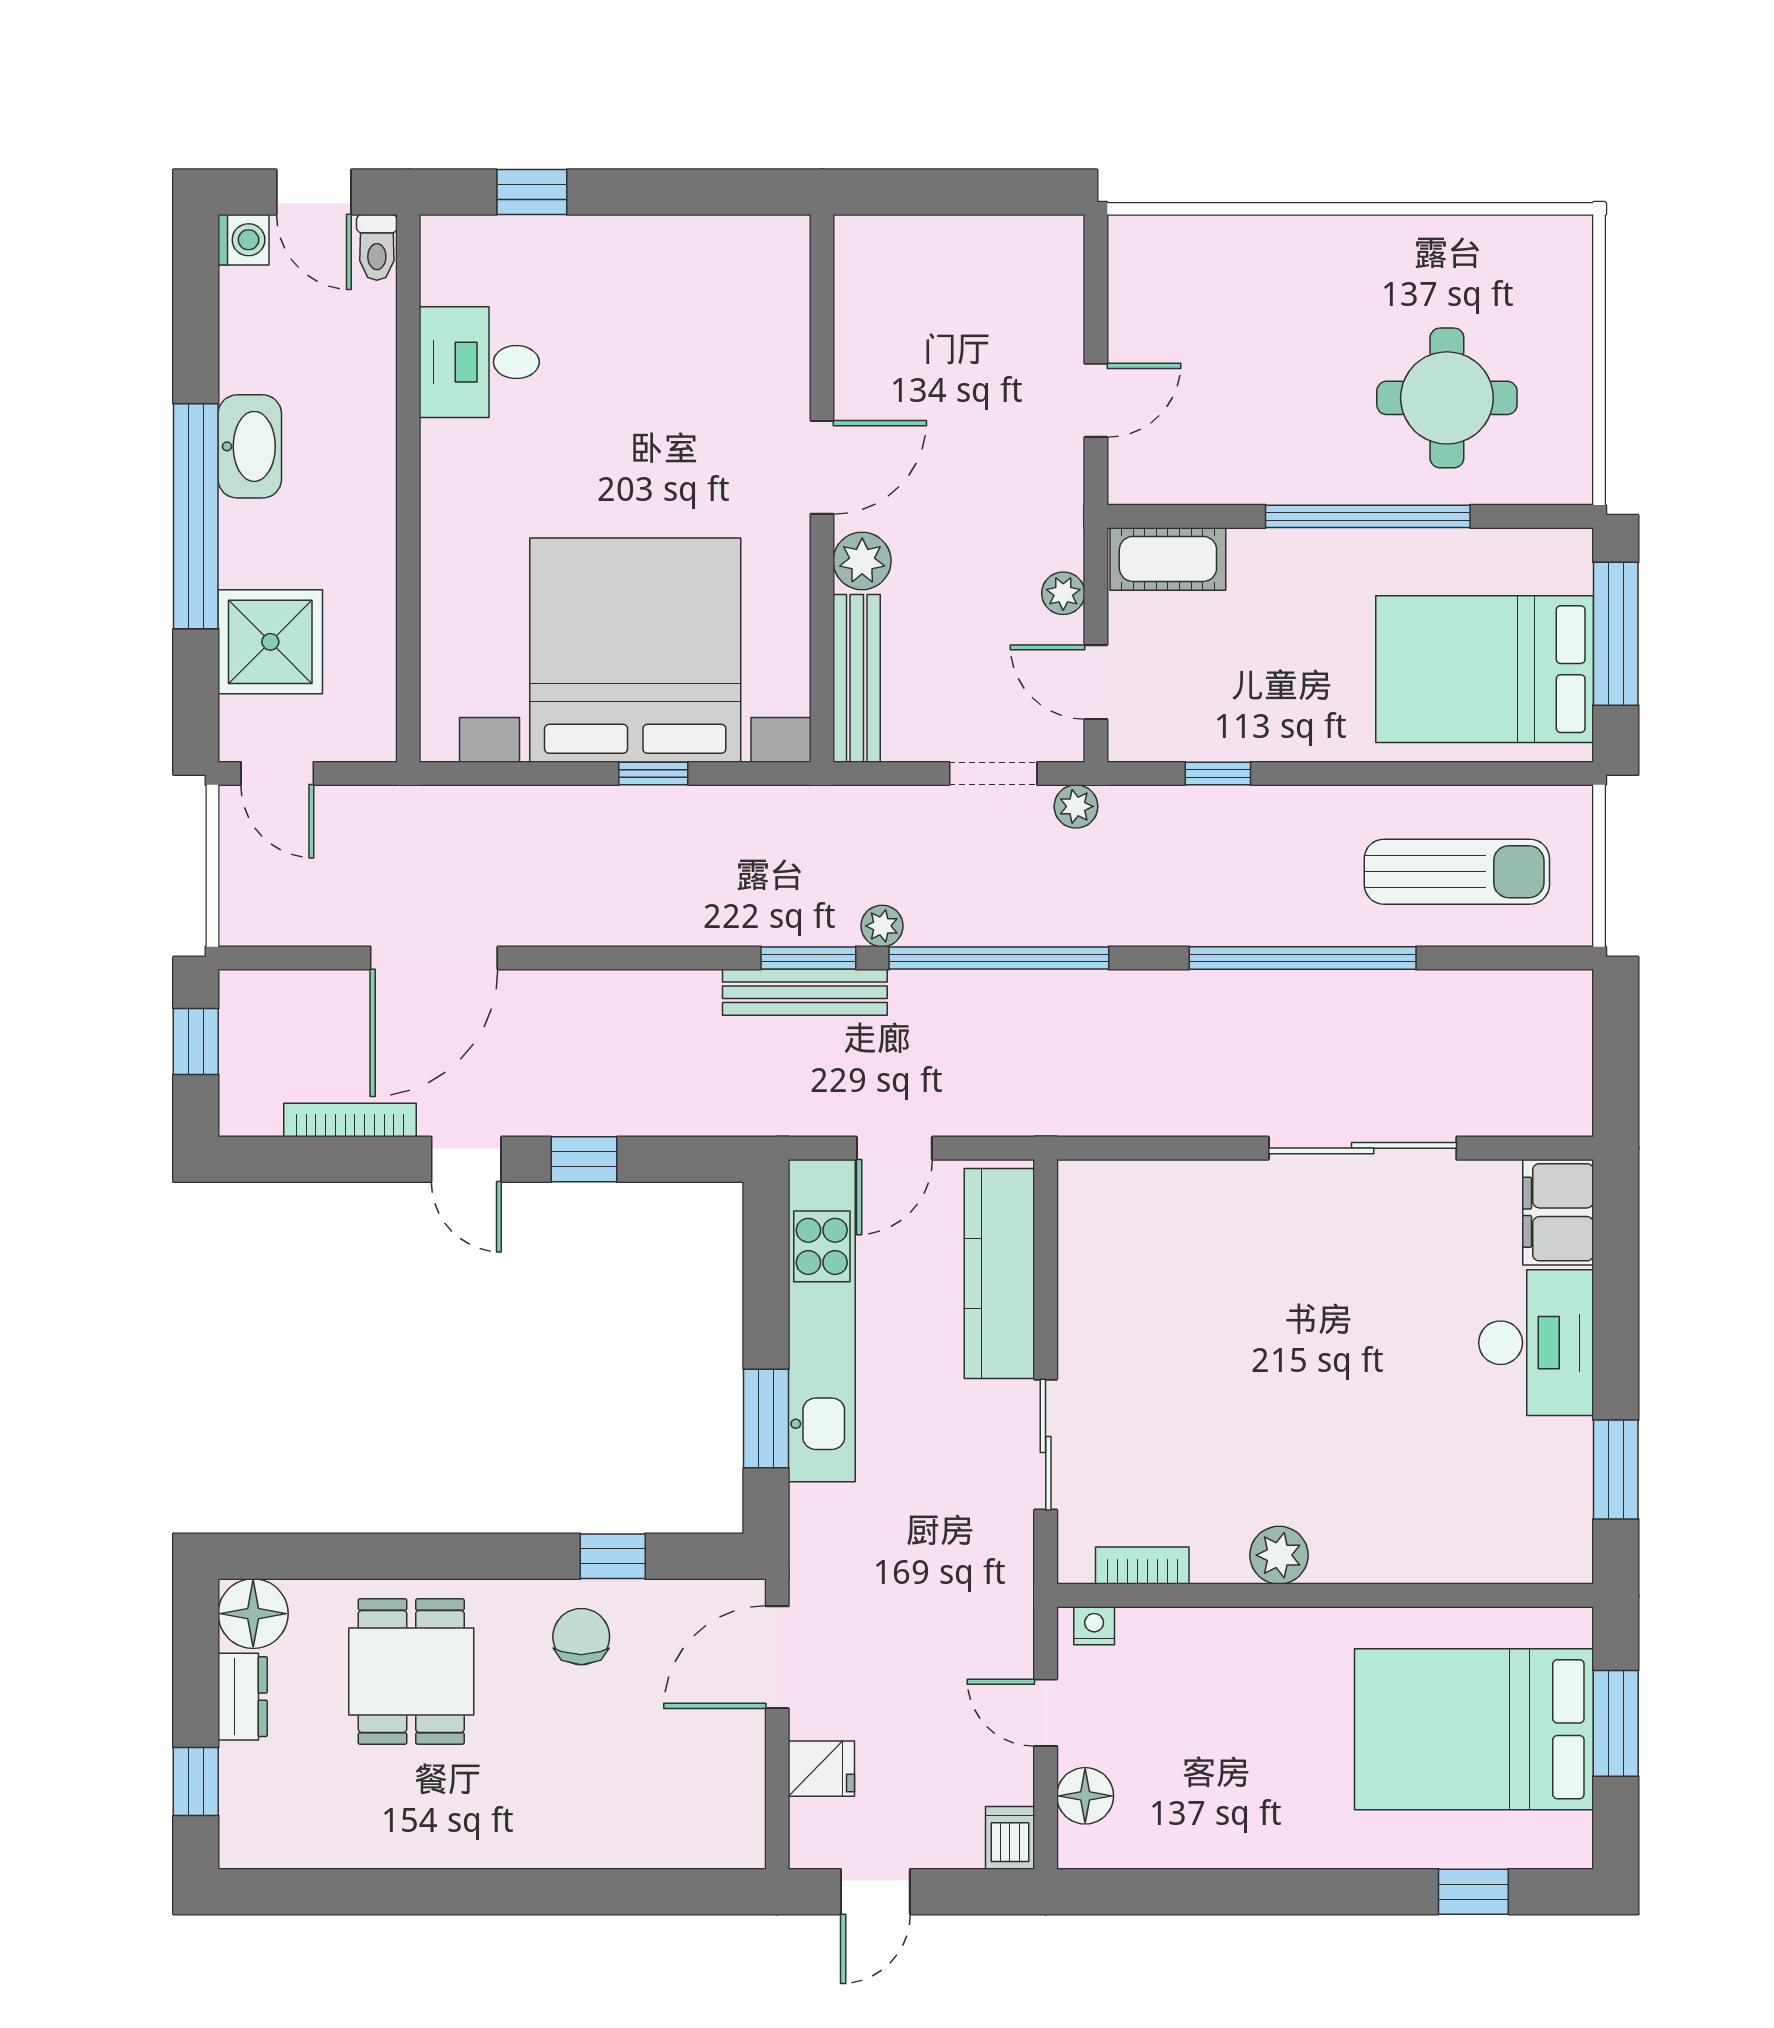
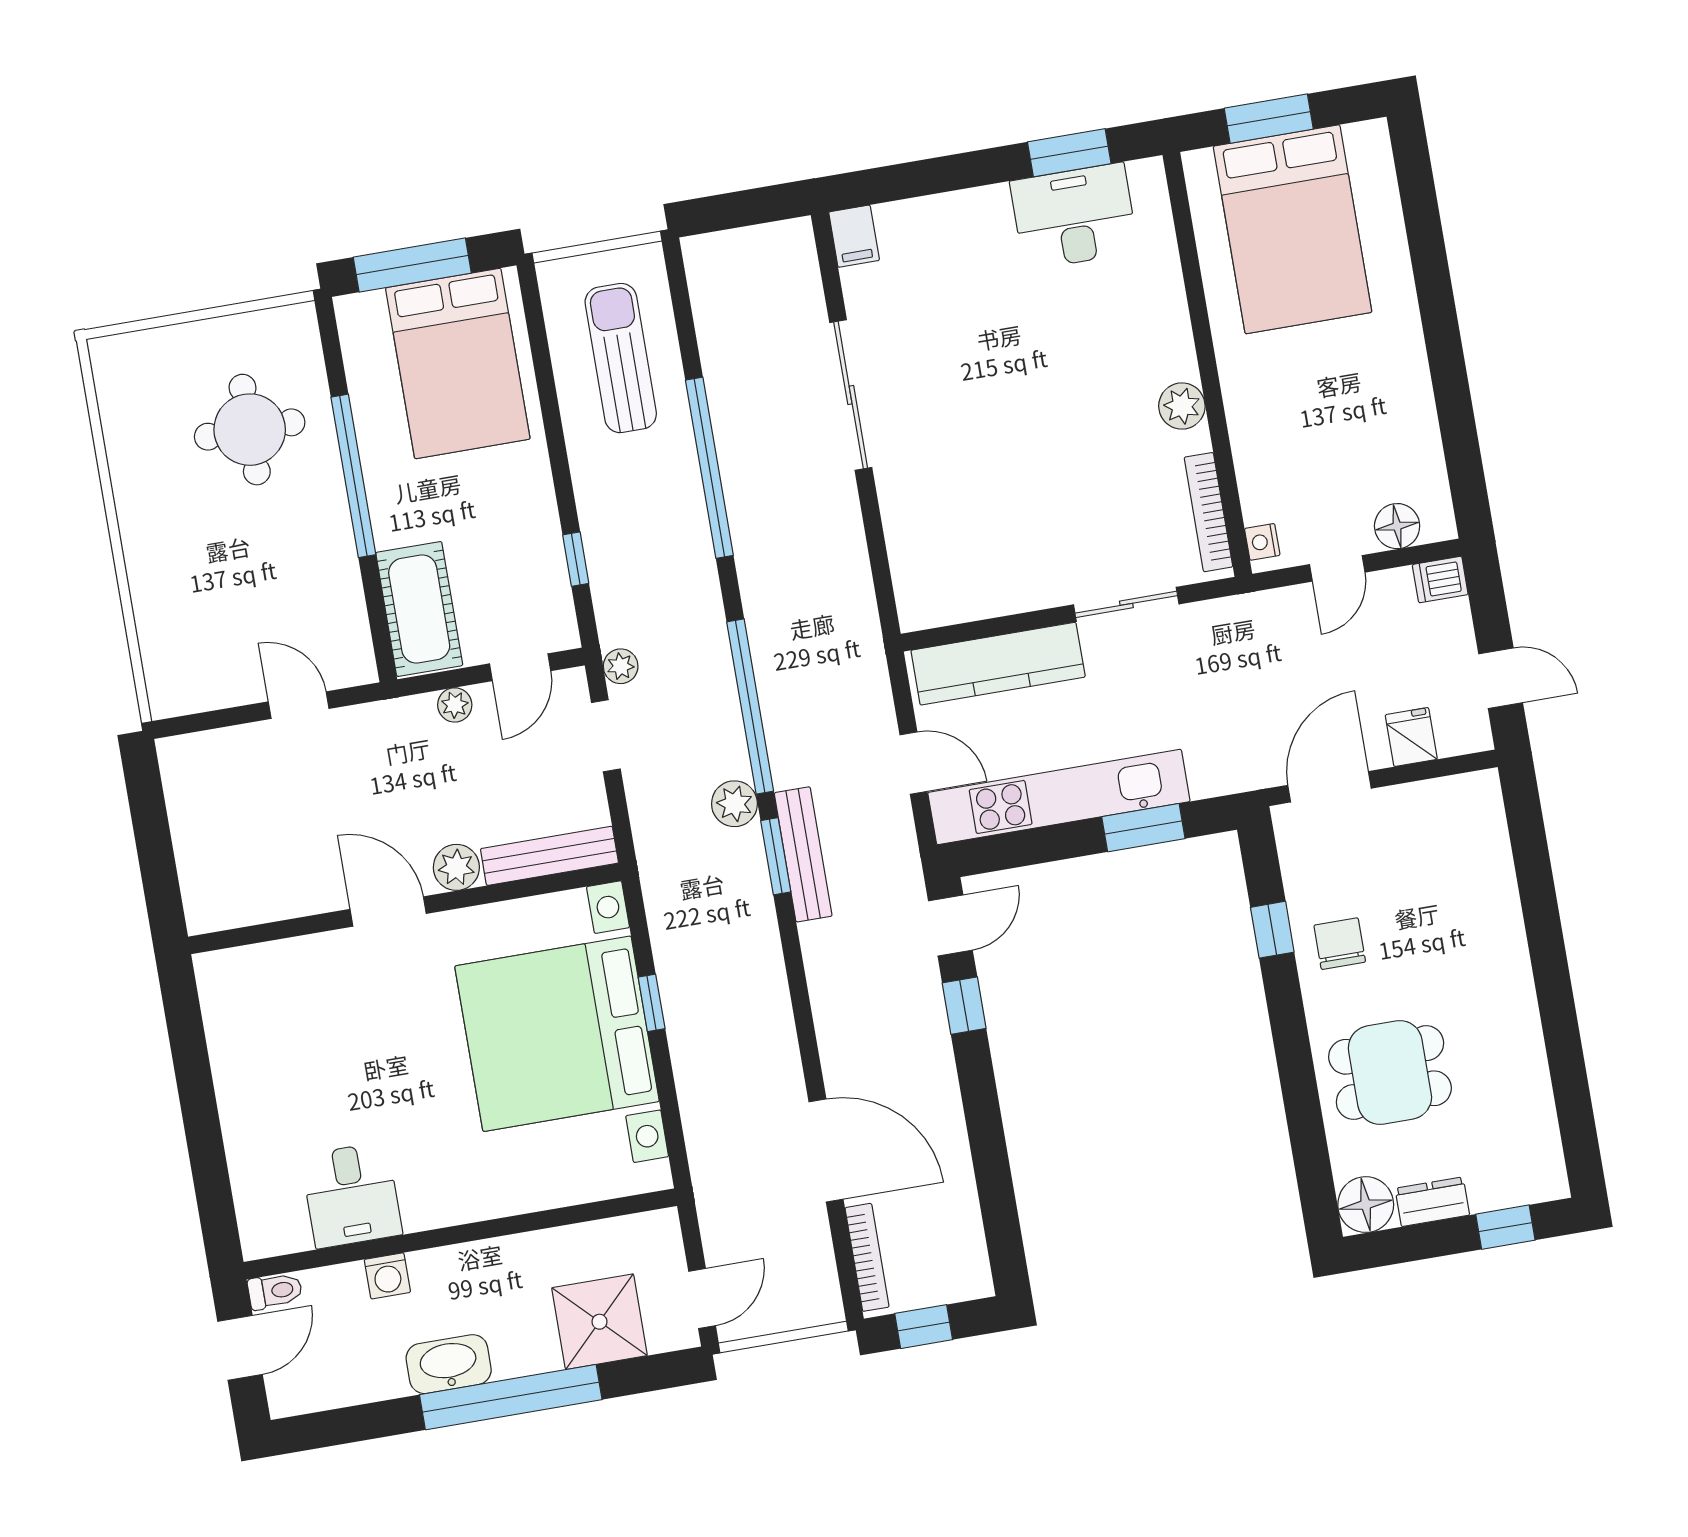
window: (532, 192) -> (211, 1177), removed
washing machine: (243, 240) -> (387, 1276), moved, turned 180
cot: (1168, 559) -> (419, 609), width x1.37, depth x1.34
plant: (882, 926) -> (734, 804), width x1.38, depth x1.38
bookcase: (350, 1120) -> (867, 1257), moved, turned 180
door: (466, 1159) -> (950, 925), moved
filing cabinet: (1558, 1212) -> (854, 236), width x0.50
desk: (1536, 1343) -> (1074, 216), moved
bookcase: (1142, 1566) -> (1208, 512), width x1.56
chair: (581, 1637) -> (1340, 944), turned 90
door: (777, 1657) -> (1330, 787), swing flipped
window: (1473, 1892) -> (1420, 208), removed

